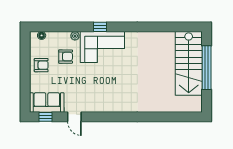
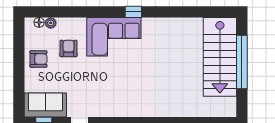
window: (100, 27) -> (133, 12), moved
plant: (75, 36) -> (51, 23), moved
armchair: (66, 57) -> (69, 48), turned -90

